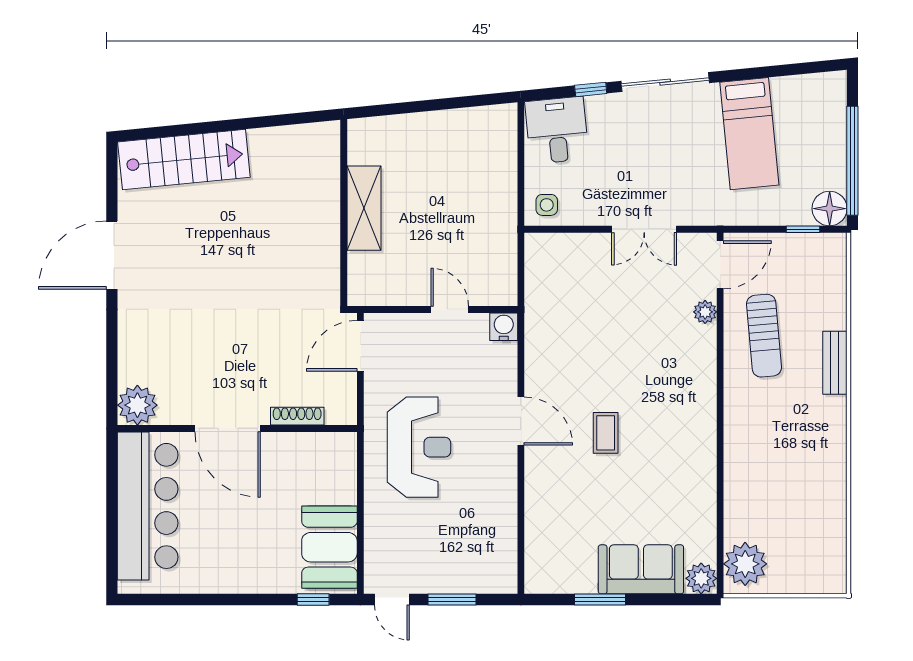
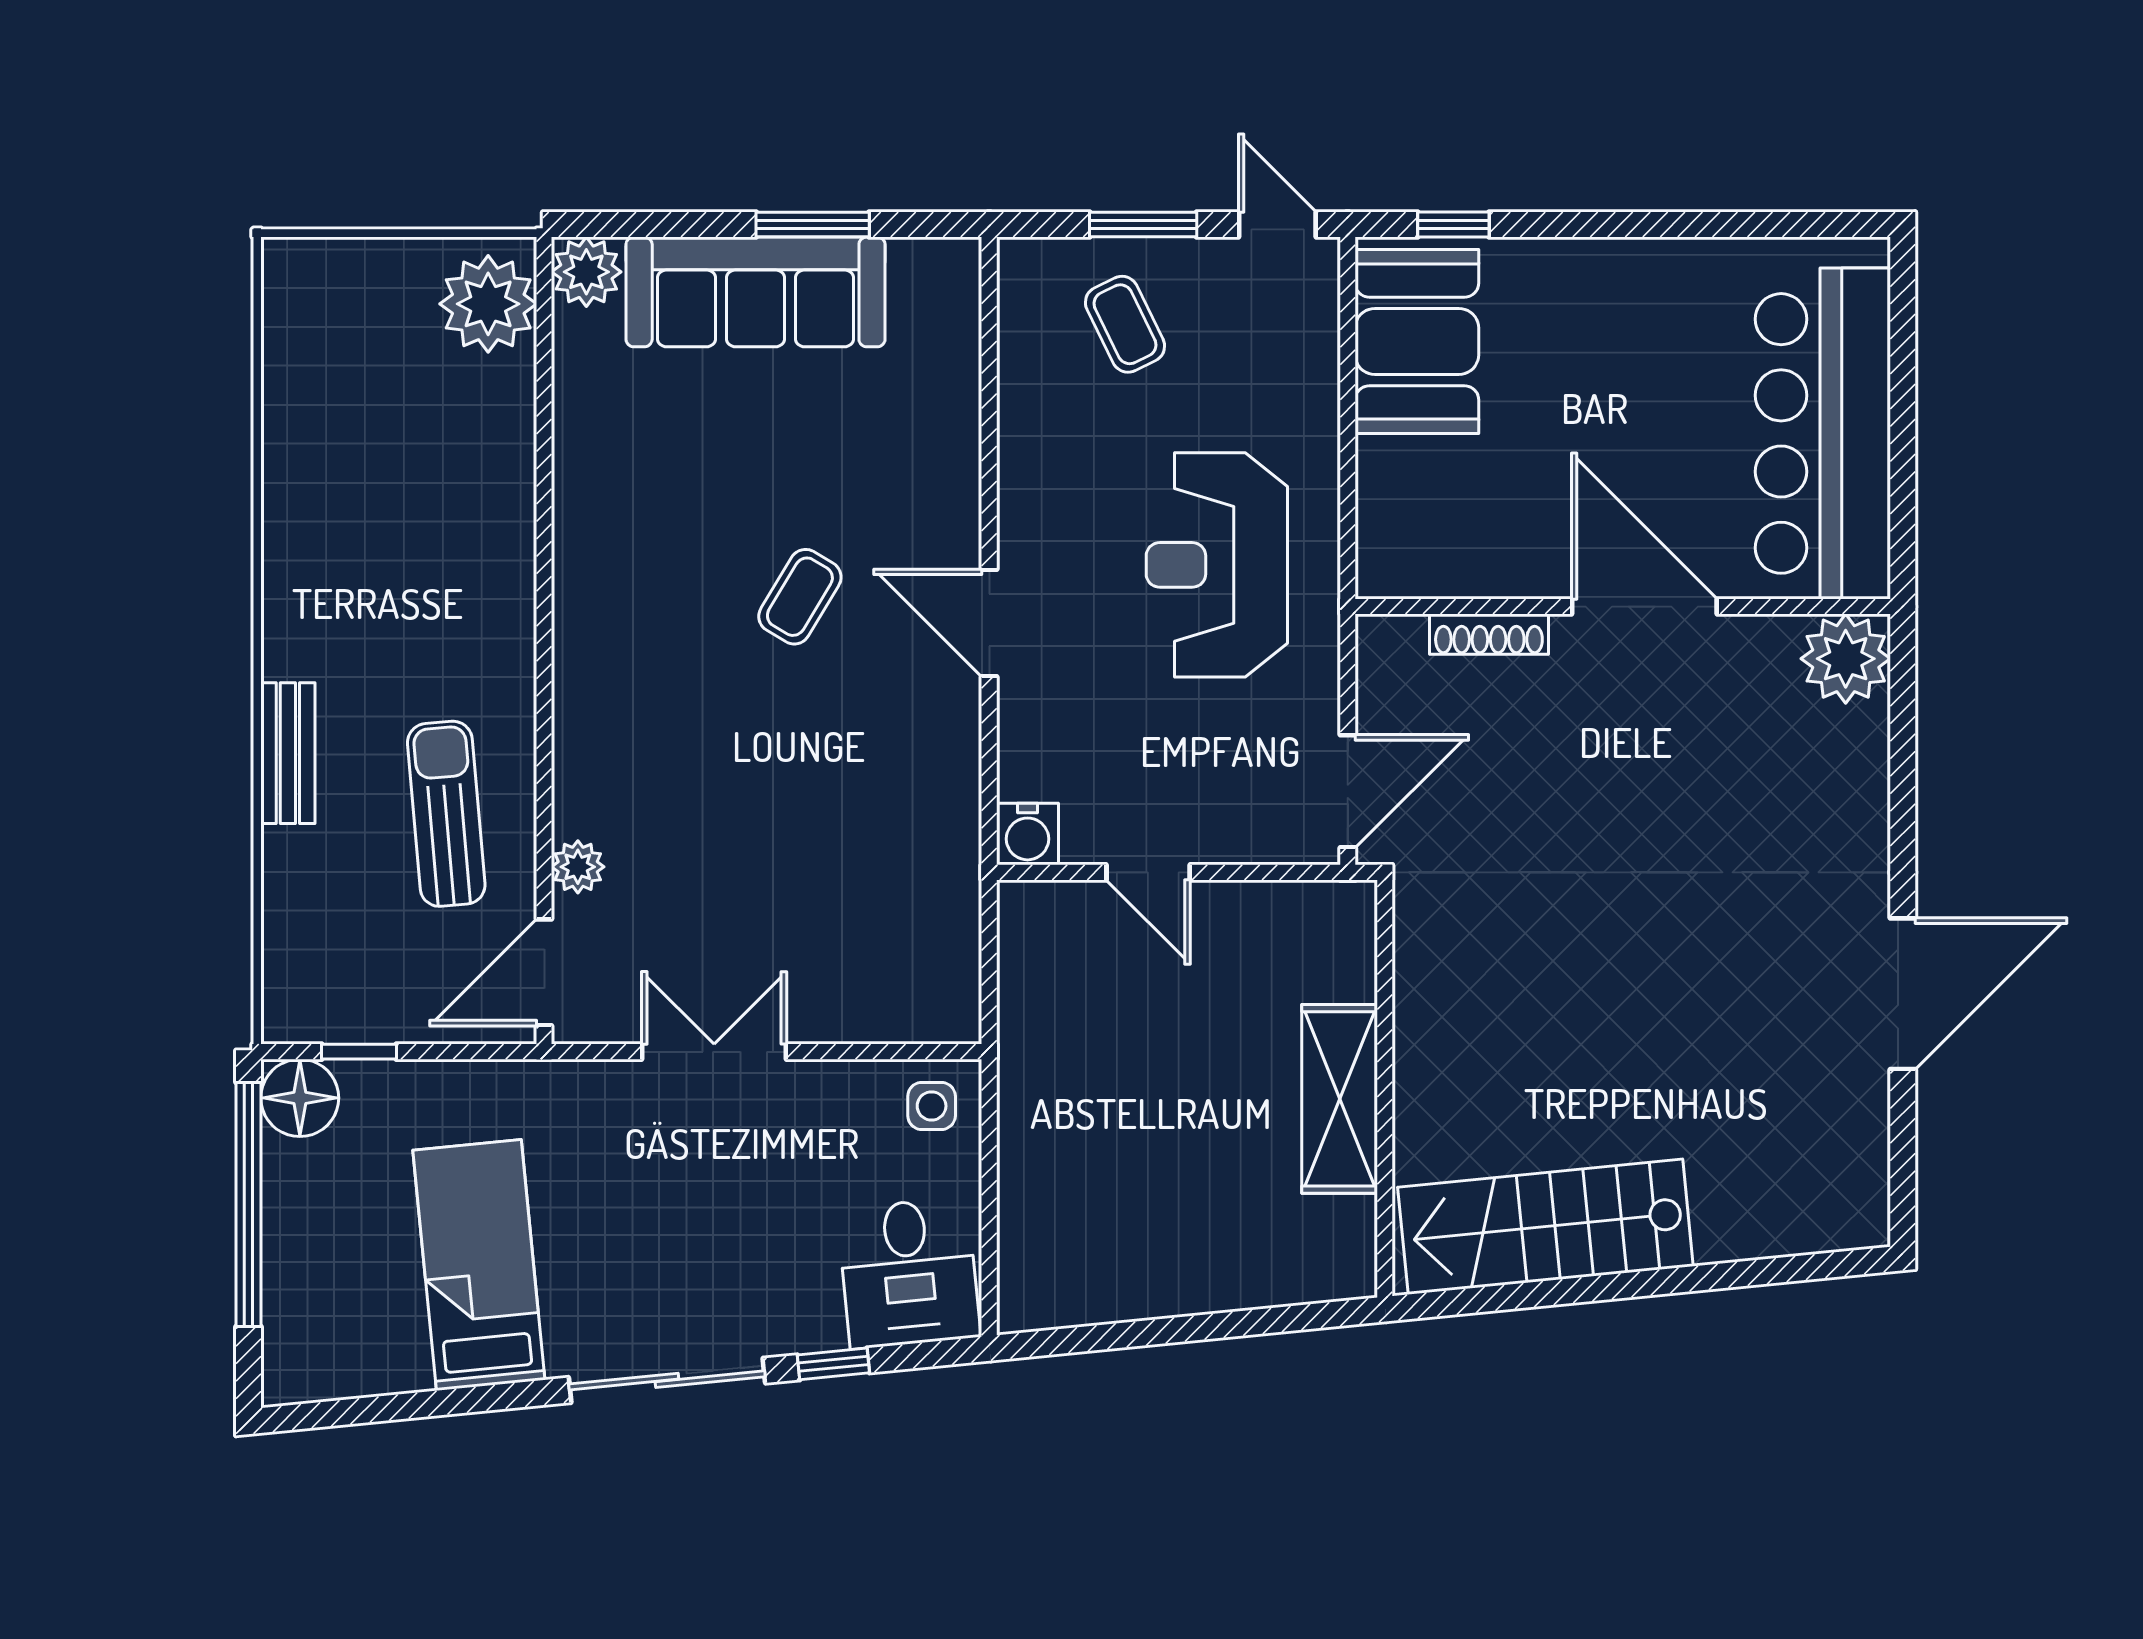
stairs: (184, 160) -> (1545, 1227), moved
coffee table: (606, 433) -> (800, 597), turned 31
coffee table: (460, 555) -> (1125, 324), added
sofa: (641, 569) -> (756, 292), width x1.36

